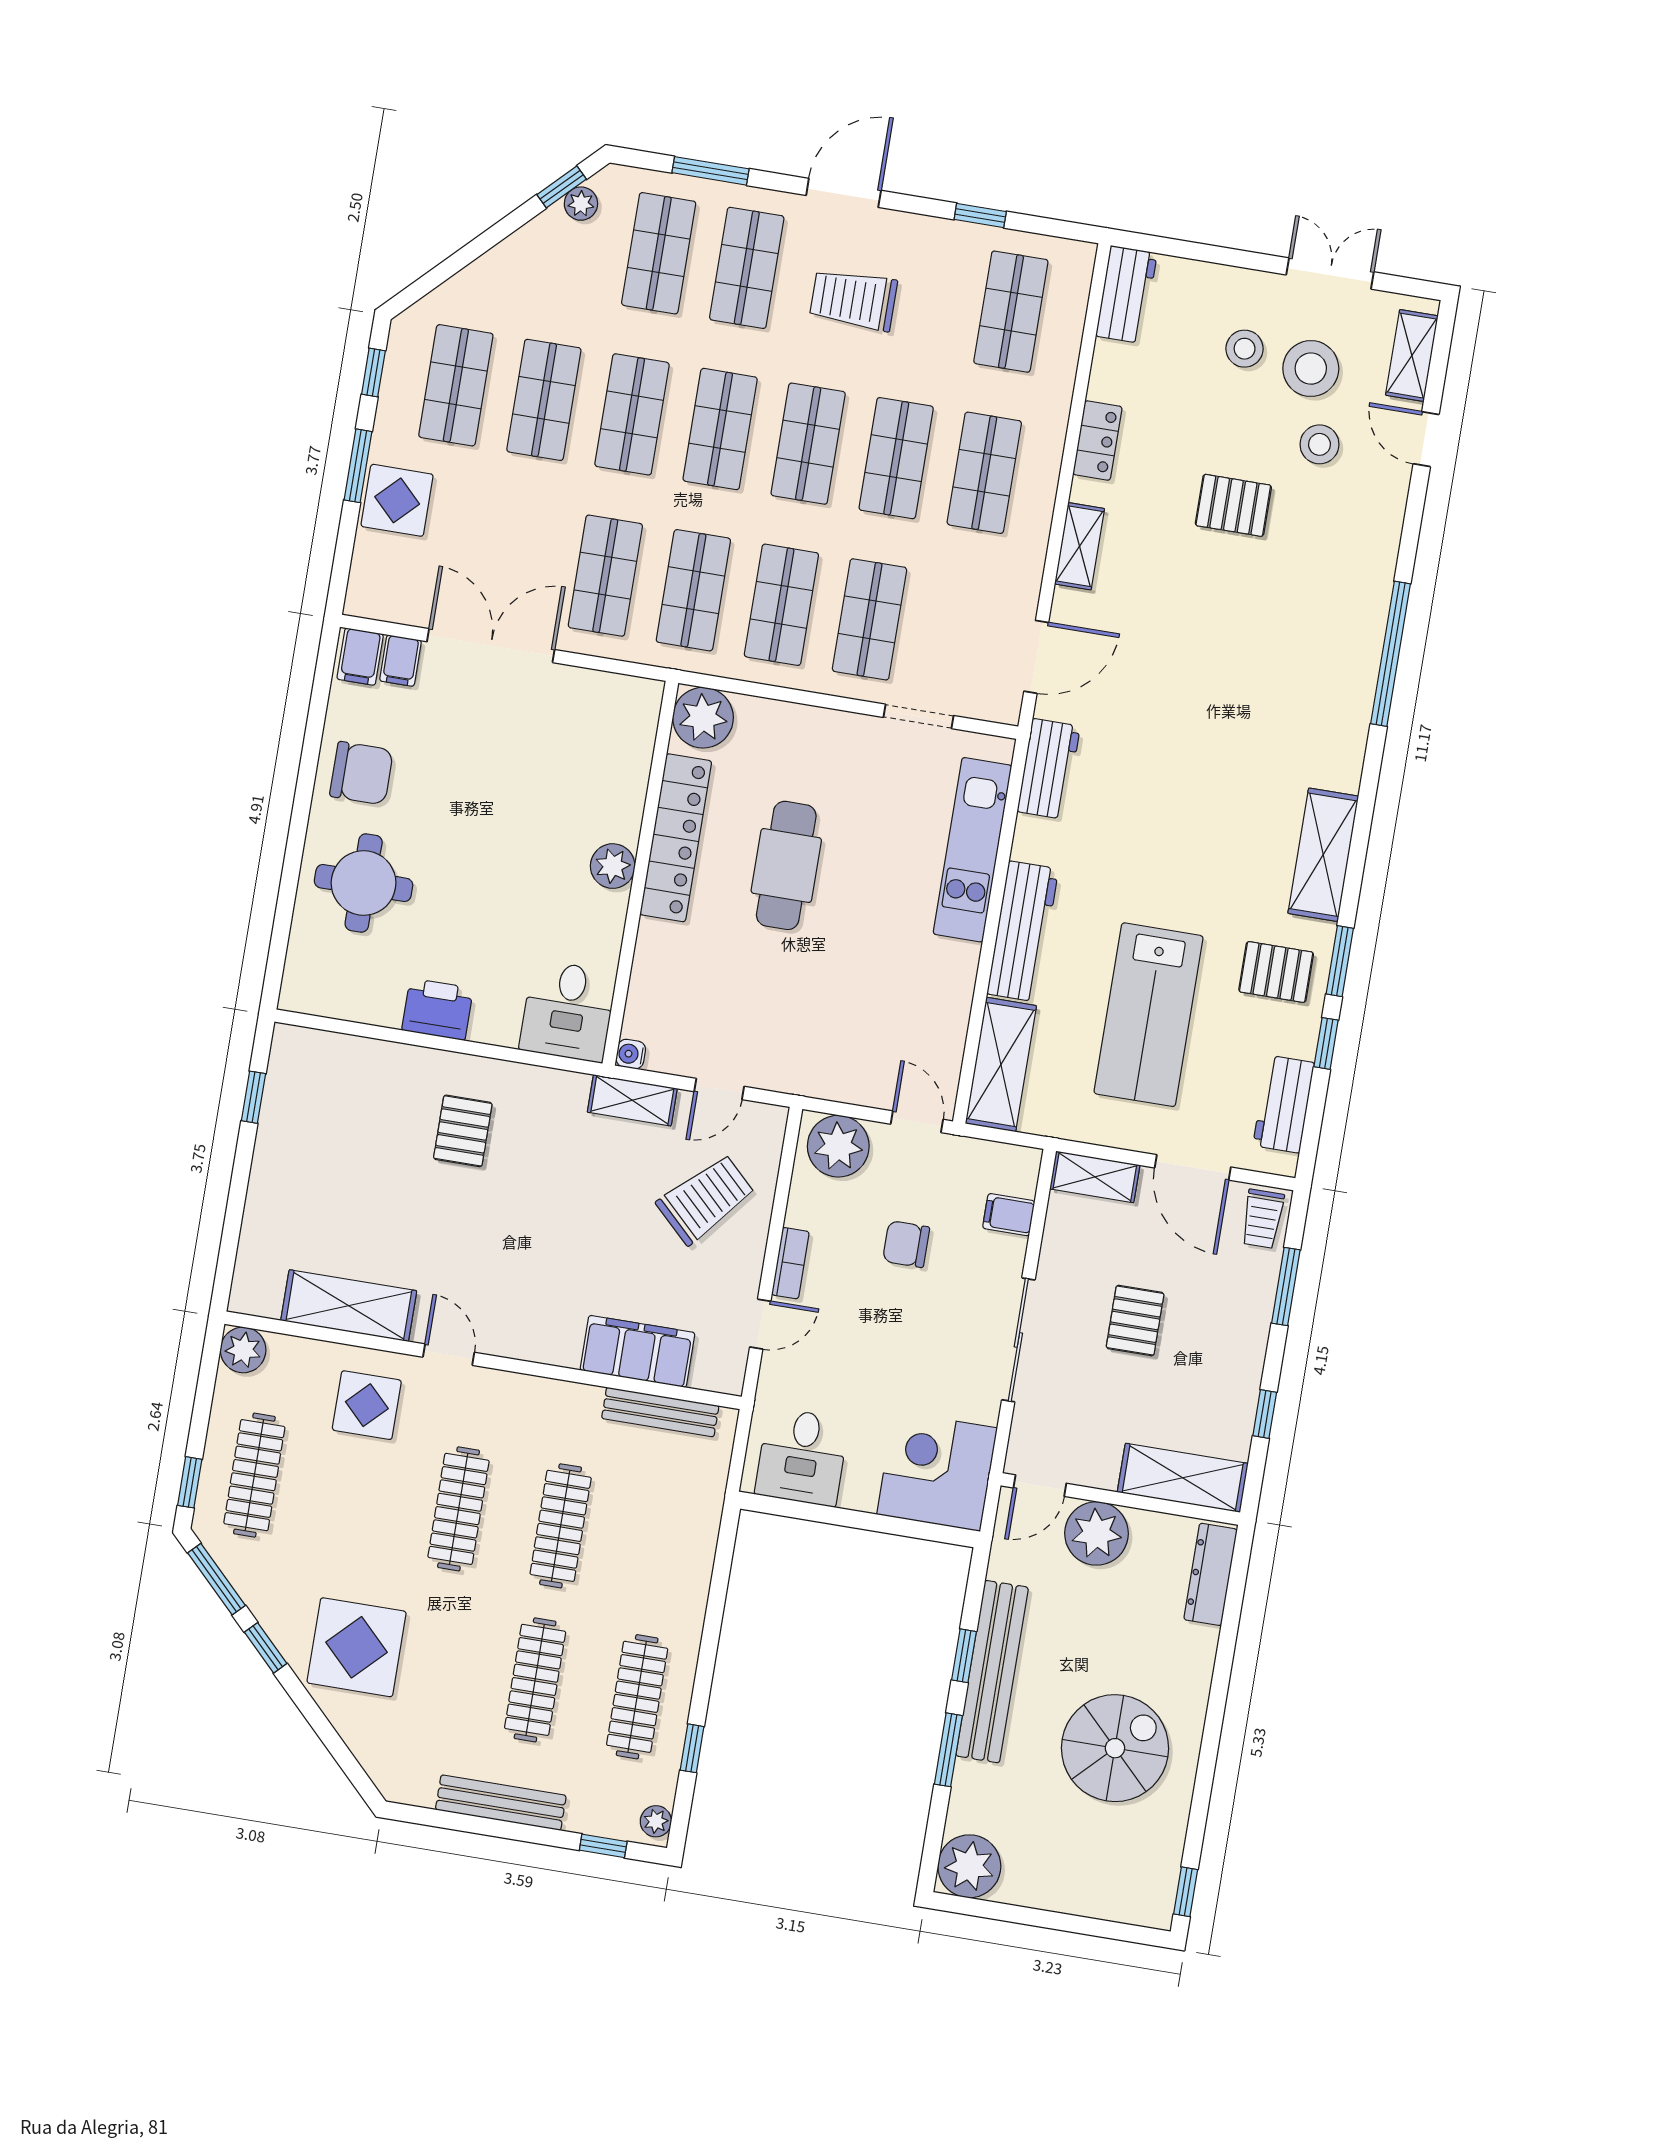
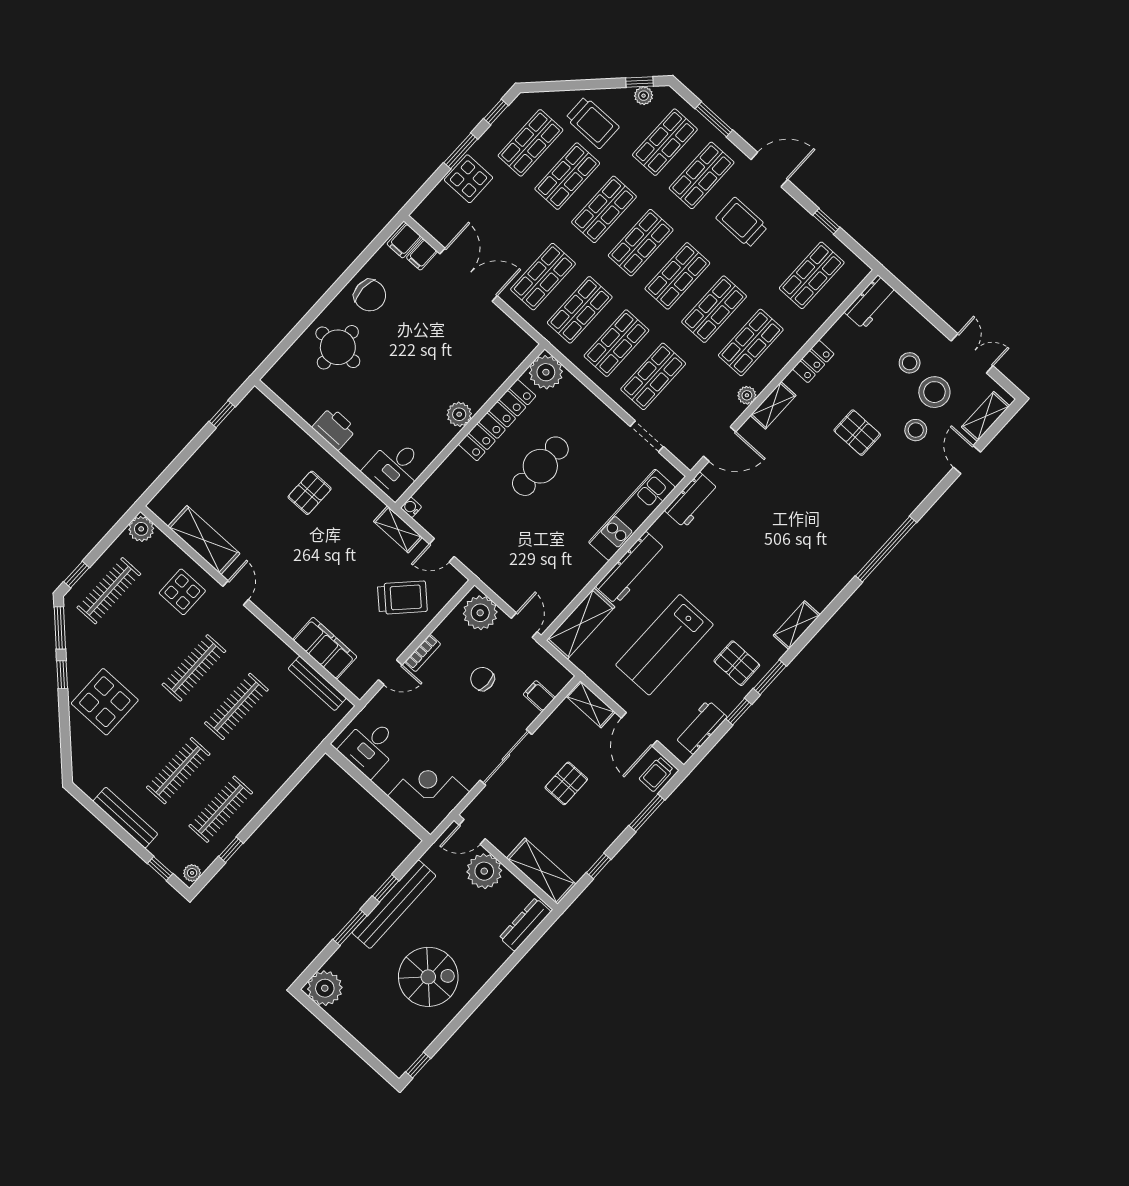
trolley: (530, 294) -> (592, 123), added
plant: (1030, 556) -> (747, 395), added
shelving: (1323, 855) -> (797, 625), width x0.67, depth x0.75

